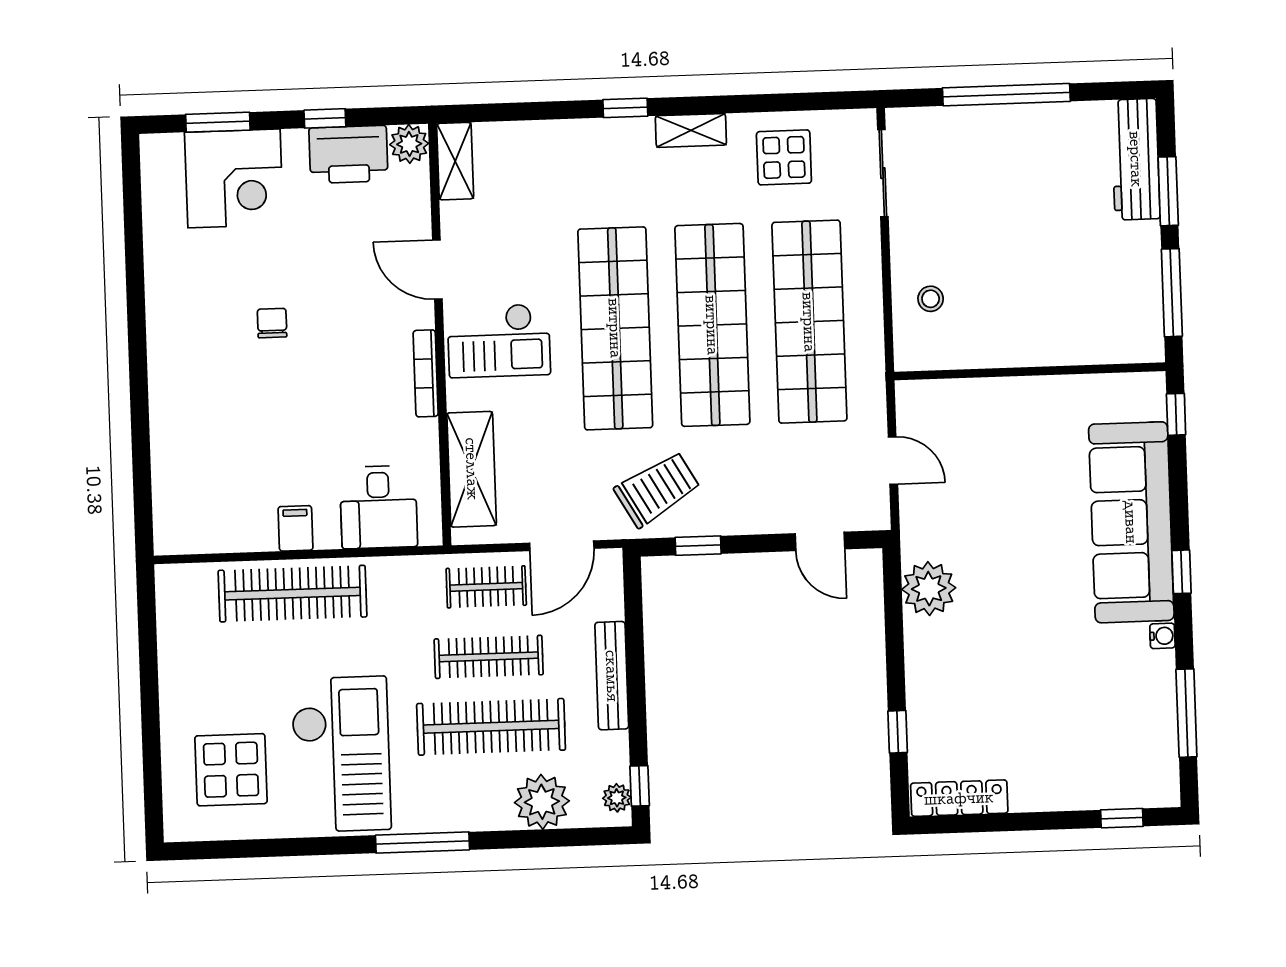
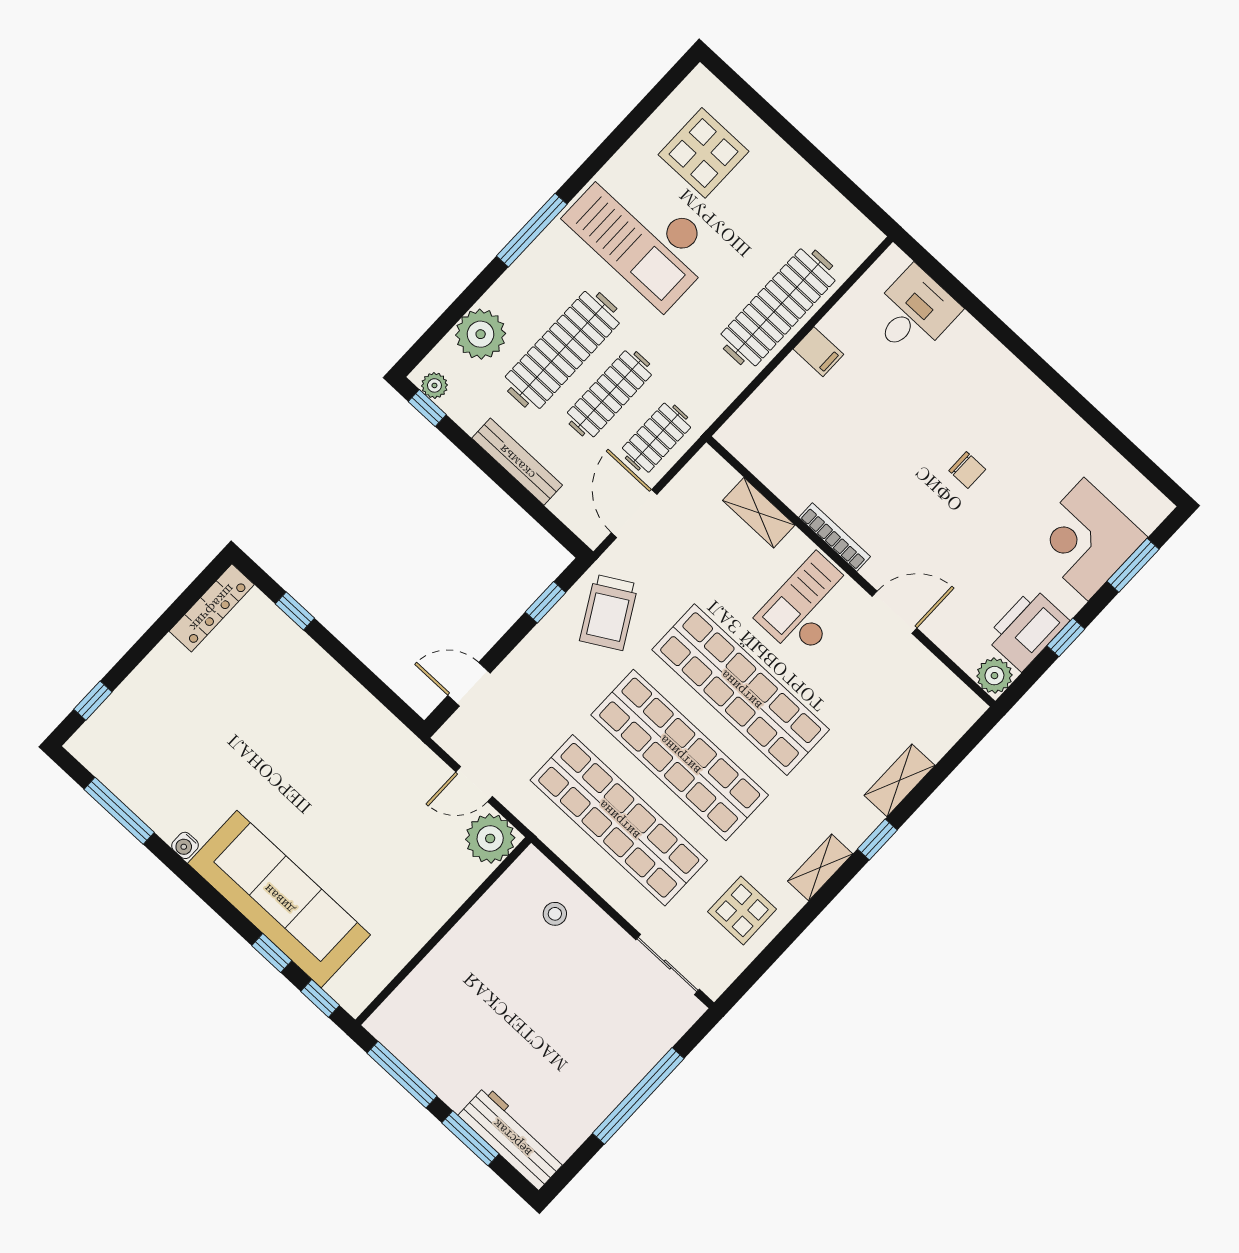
shelving: (455, 161) -> (900, 780), moved, turned 90
shelving: (472, 469) -> (759, 513), width x0.67, depth x0.75
desk: (379, 507) -> (914, 312), moved, turned 90
window: (1182, 572) -> (272, 953), moved
plant: (929, 589) -> (490, 839), moved

